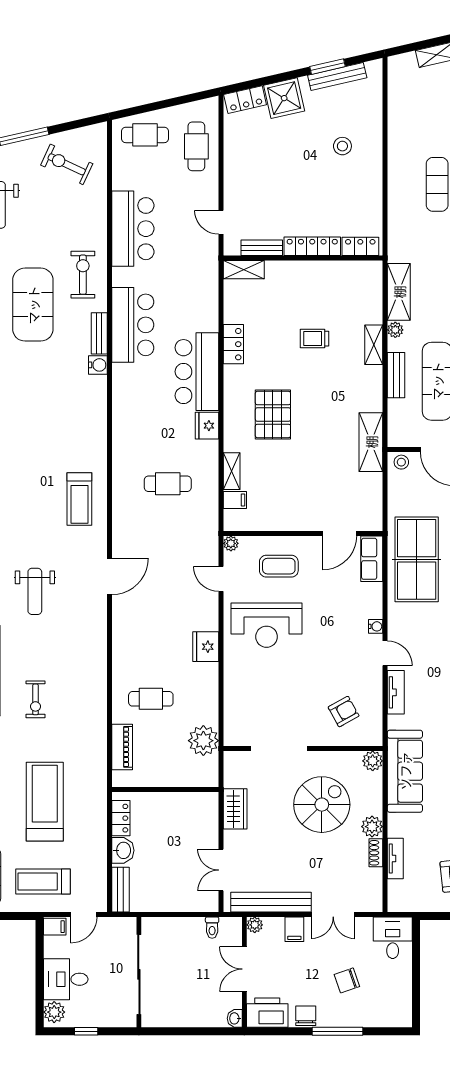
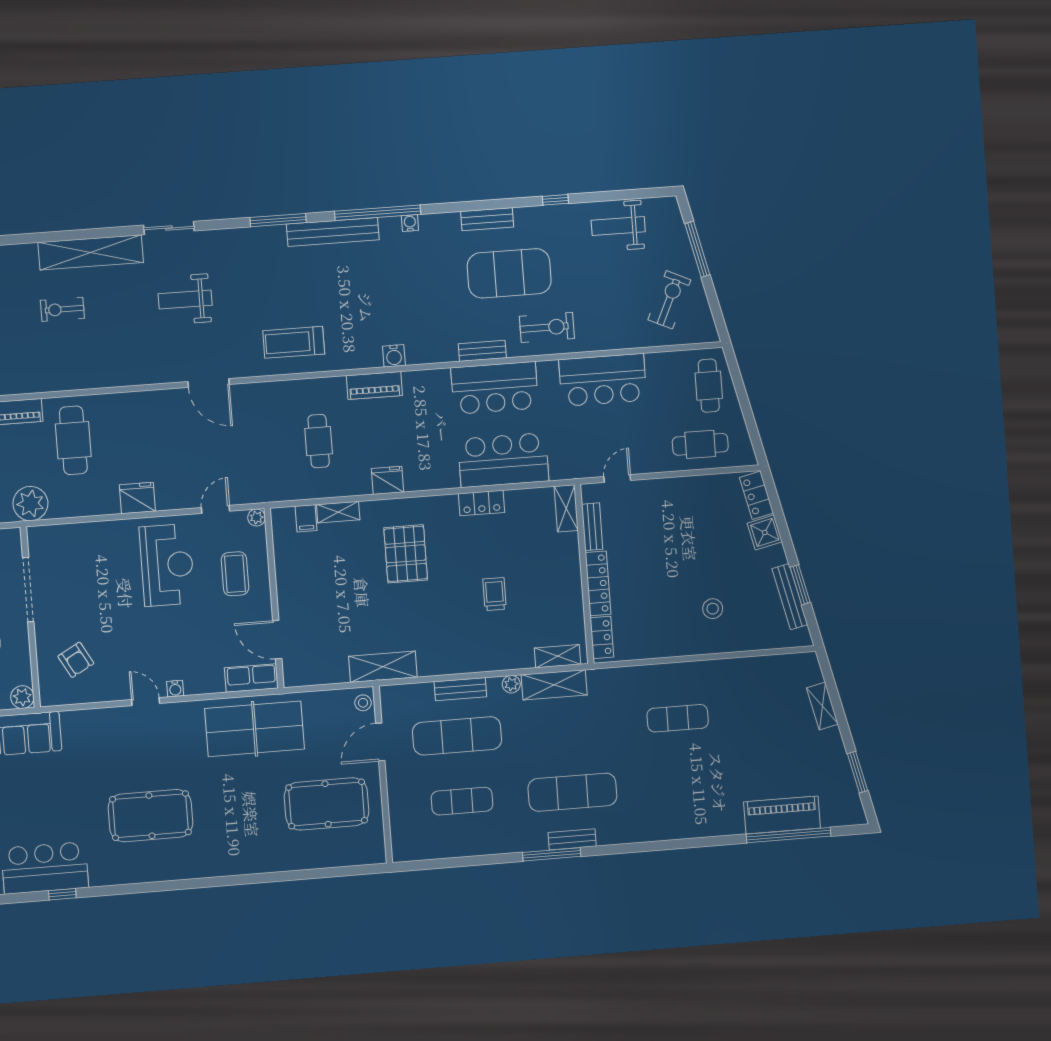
shower: (284, 98) -> (765, 532), width x0.73, depth x0.73
shelving: (374, 345) -> (557, 656), moved
water cooler: (98, 365) -> (394, 356), moved
bar counter: (197, 372) -> (503, 460), moved
pallet: (273, 415) -> (406, 554), turned 90
piano: (123, 431) -> (374, 385), added
reception desk: (267, 625) -> (167, 565), turned 180
door: (385, 653) -> (146, 702), swing flipped
tv unit: (396, 692) -> (102, 717), removed
cafe table: (151, 699) -> (73, 440), width x1.37, depth x1.35

